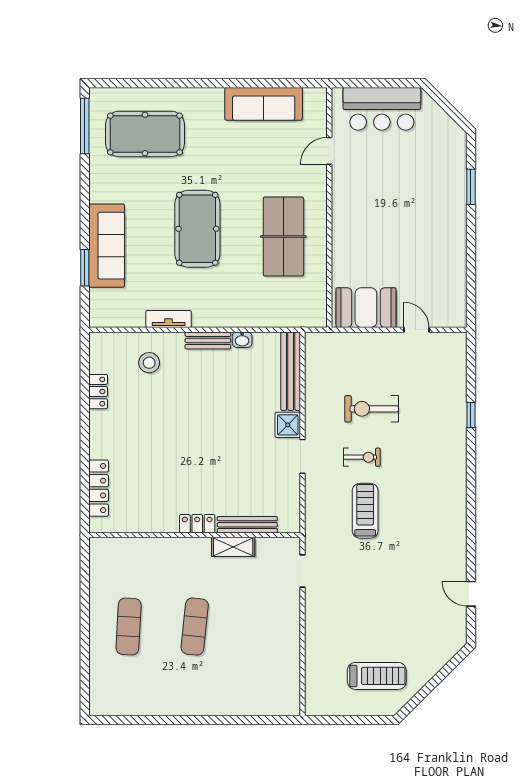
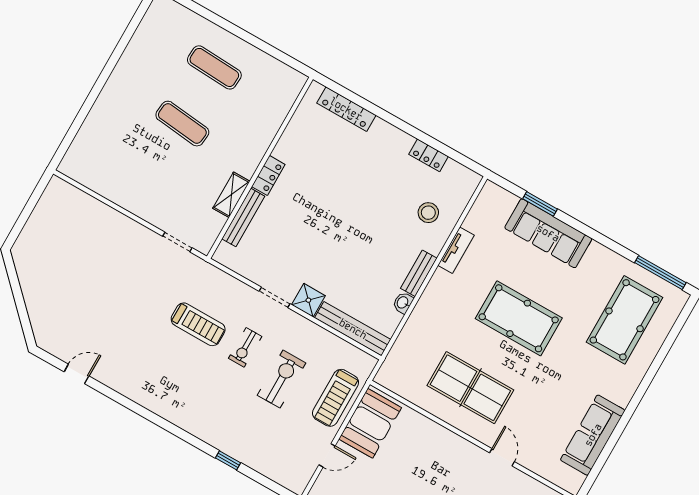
door: (329, 151) -> (502, 457), moved
treadmill: (377, 676) -> (336, 398), moved

